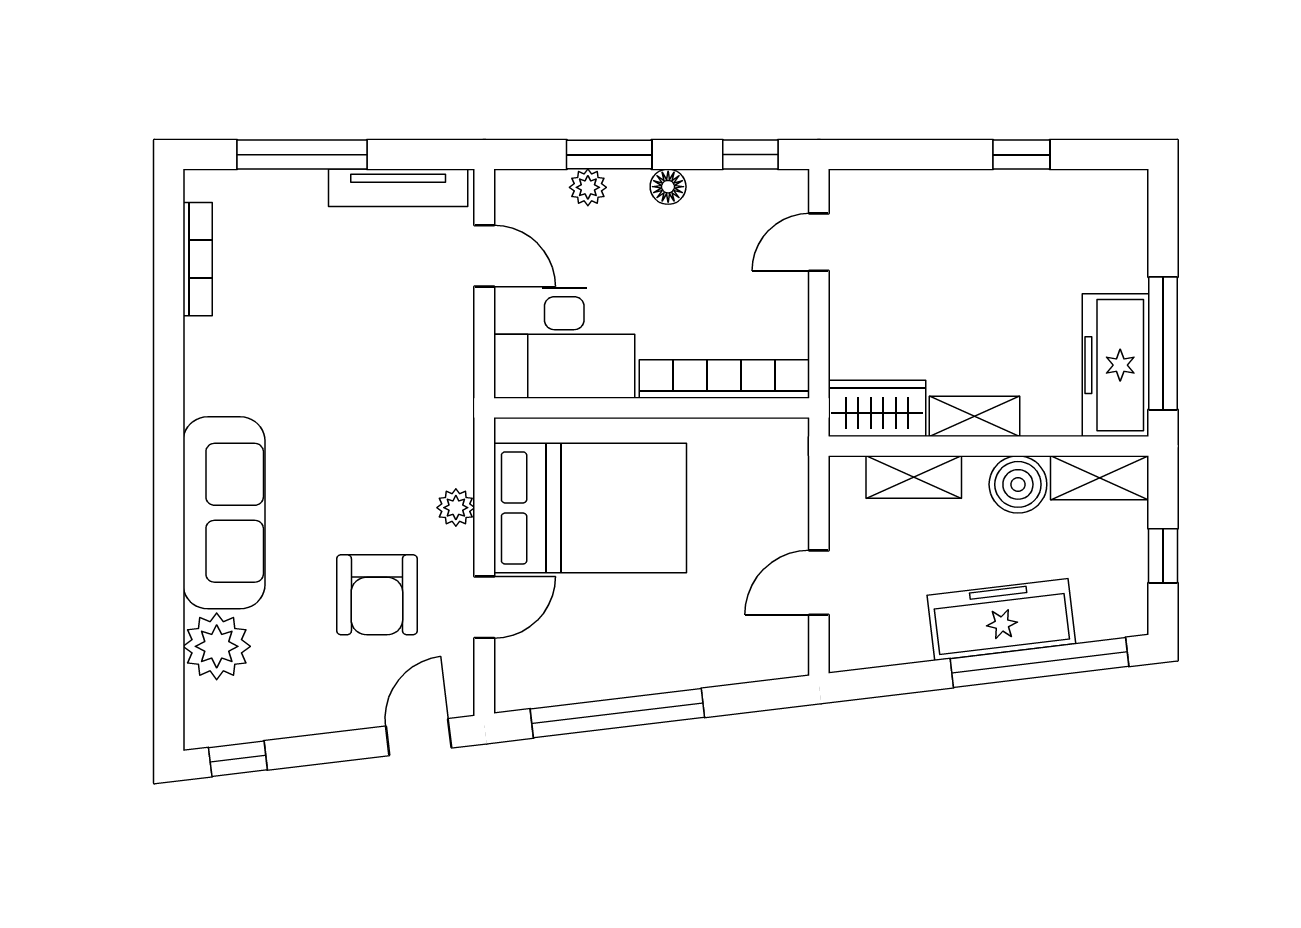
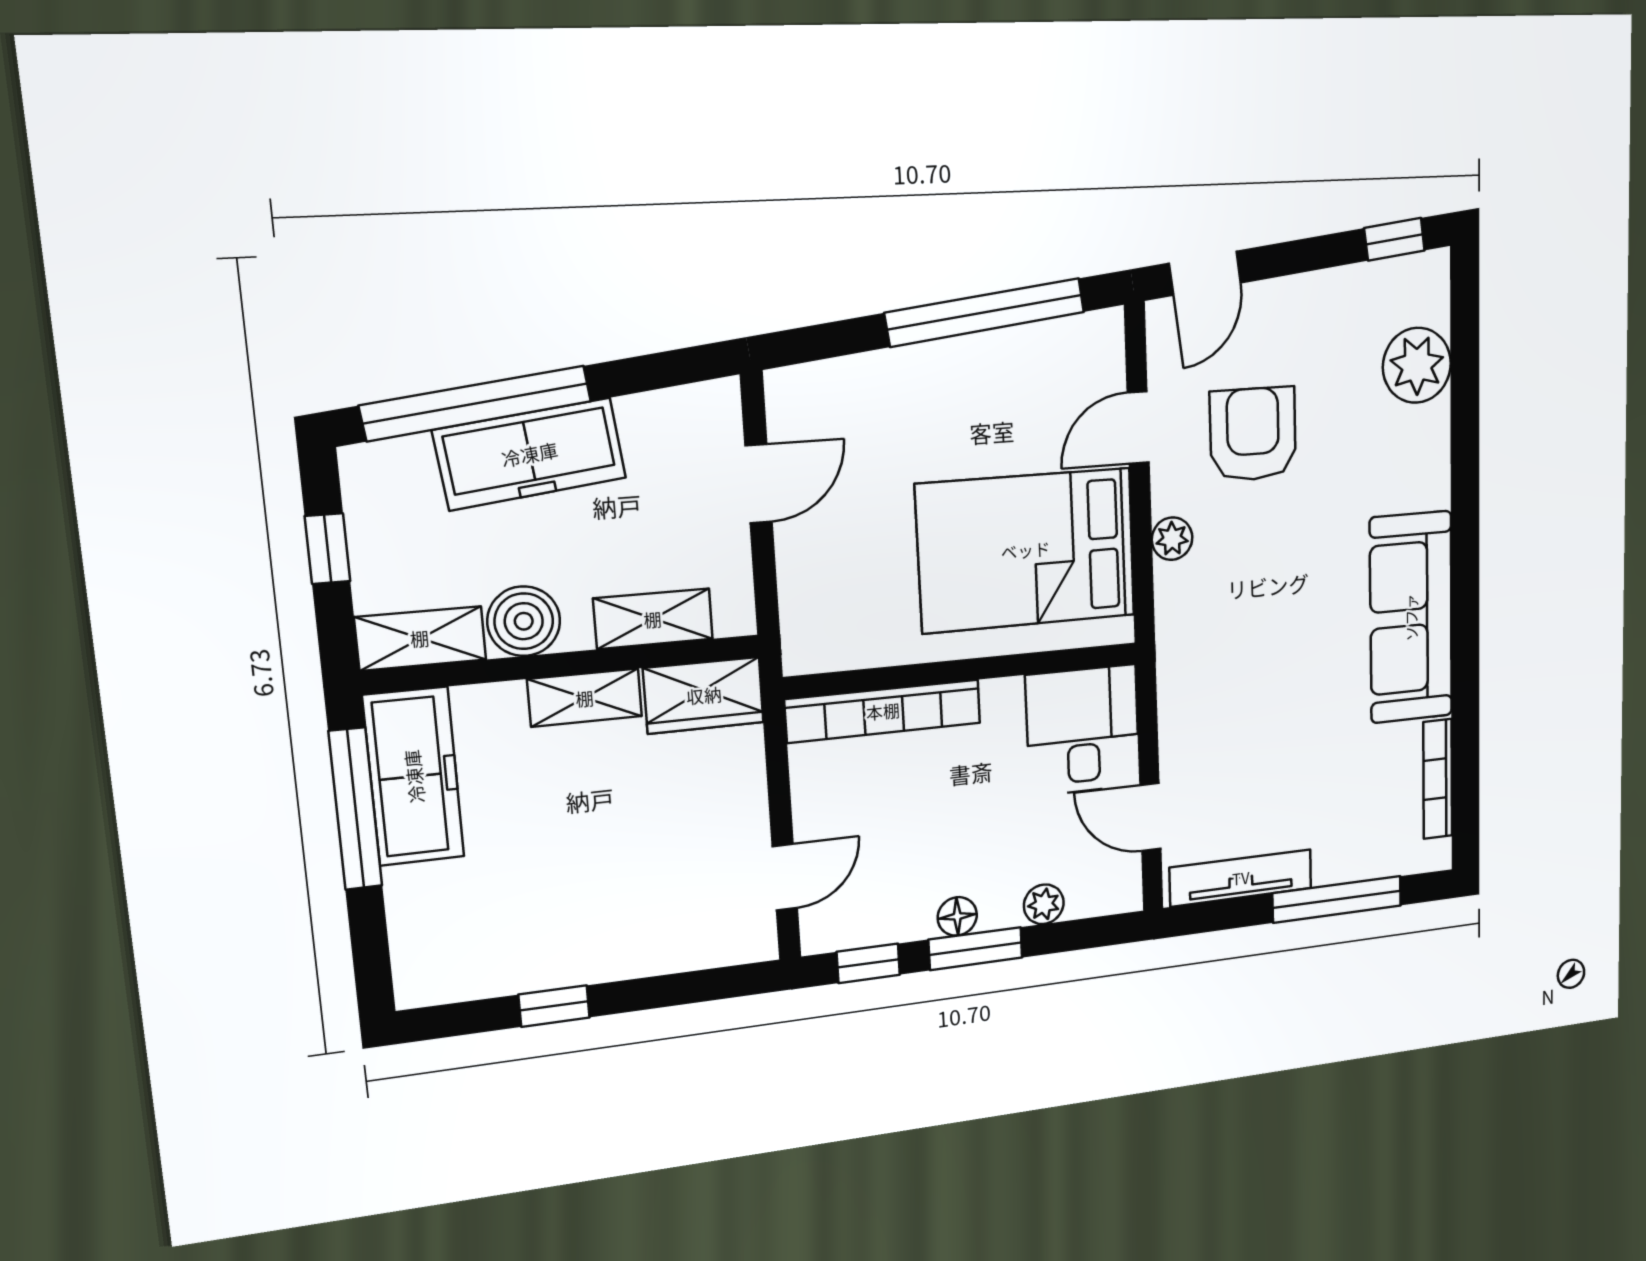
window: (609, 155) -> (976, 949), moved
desk: (564, 343) -> (1083, 730), width x0.73
sofa: (224, 513) -> (1411, 617), moved

